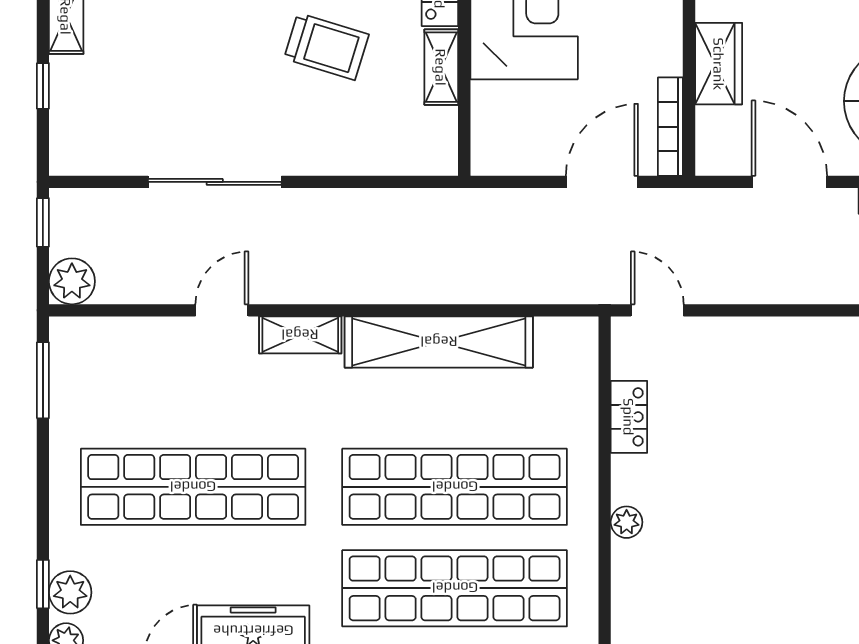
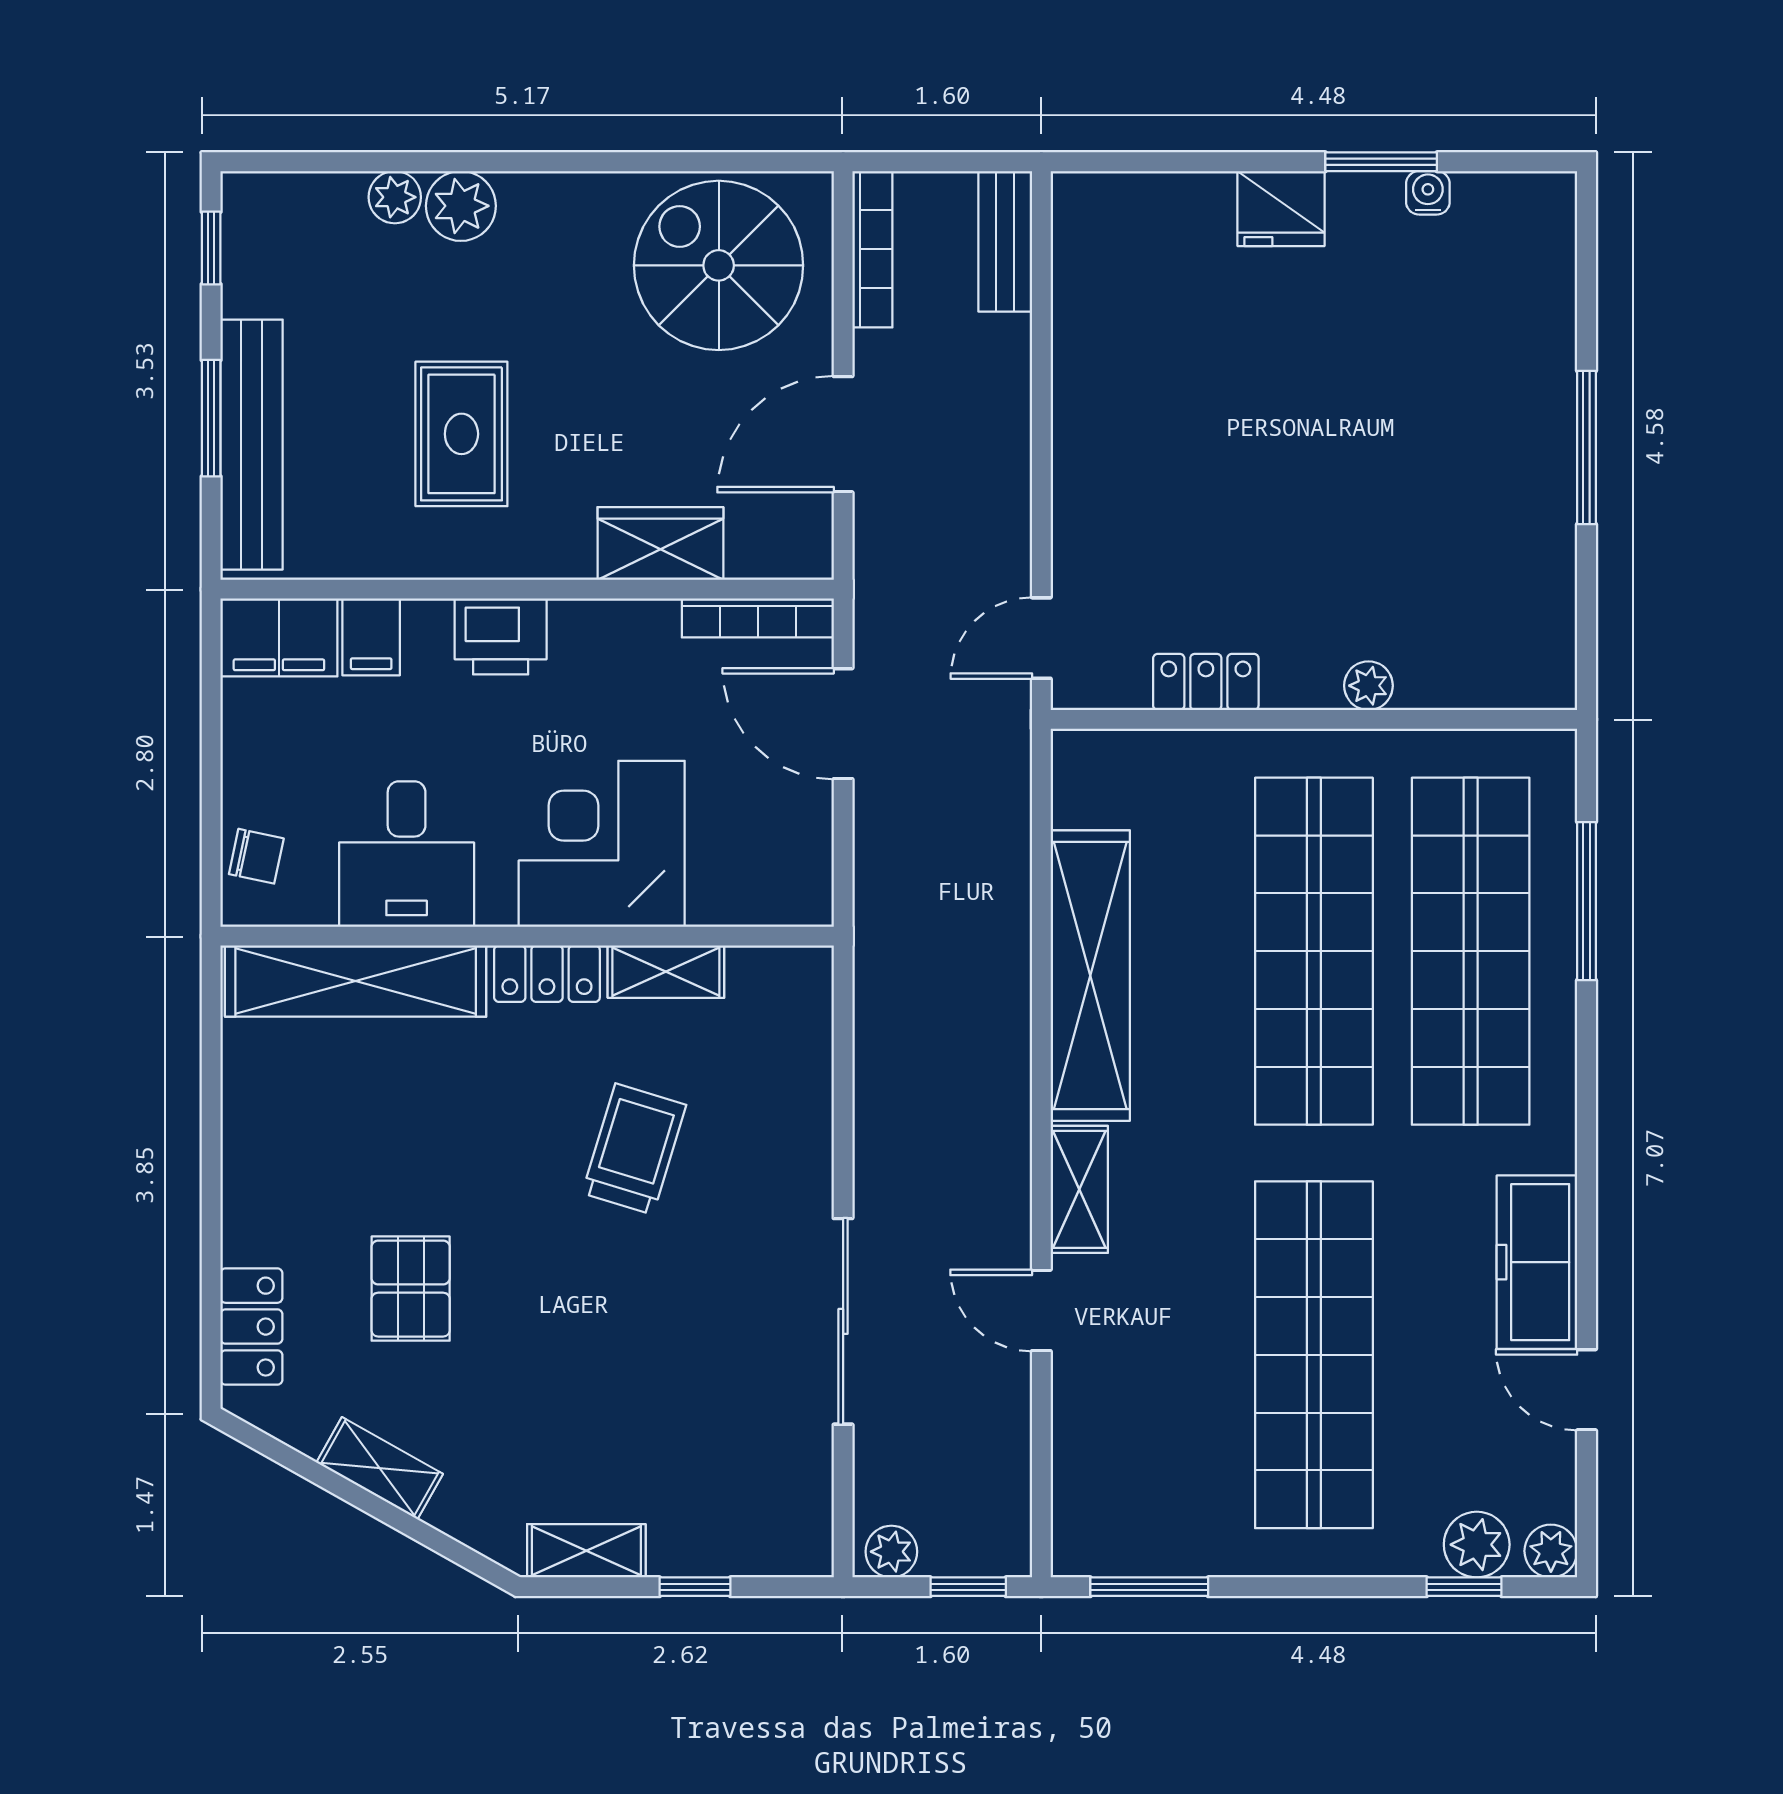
window: (43, 222) -> (968, 1587), moved
plant: (72, 281) -> (891, 1552), moved, width x0.73, depth x0.73

